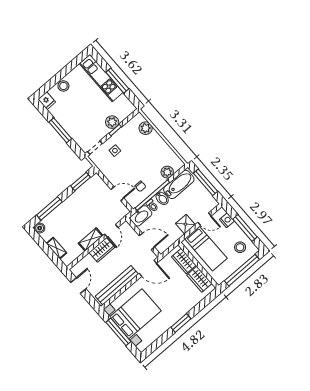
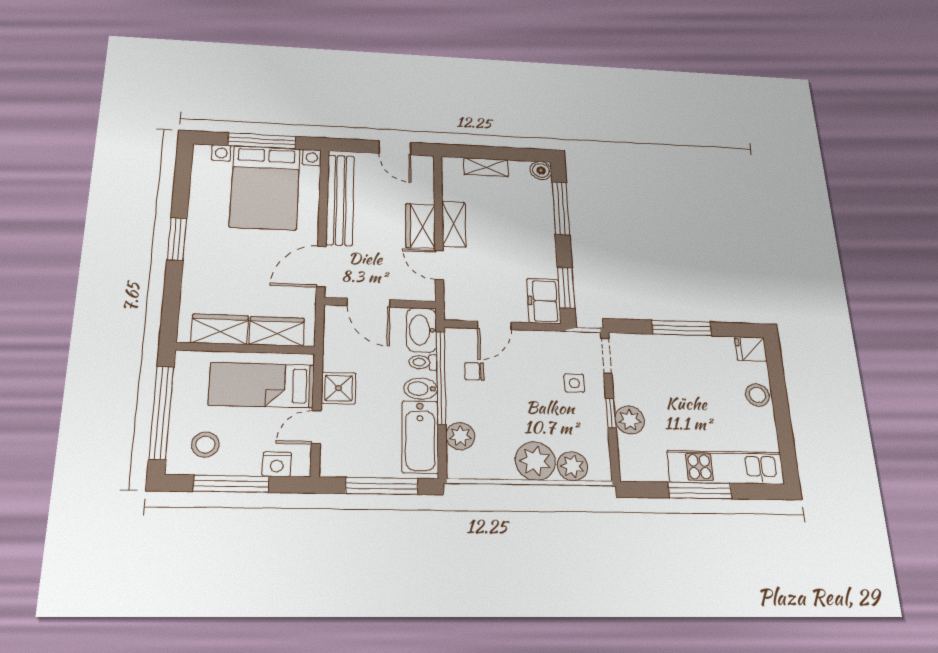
plant: (154, 141) -> (535, 461), added
freezer: (93, 185) -> (544, 301), added
door: (147, 241) -> (368, 303), hinge flipped

